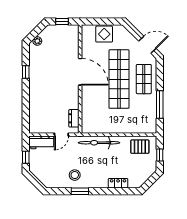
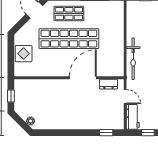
window: (26, 72) -> (106, 133), moved
door: (80, 72) -> (83, 78), moved
pallet: (140, 147) -> (137, 18), removed

